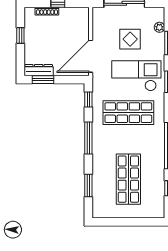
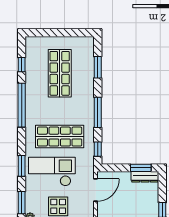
door: (91, 56) -> (96, 190), width x0.73
checkout: (136, 76) -> (52, 172), turned 180

